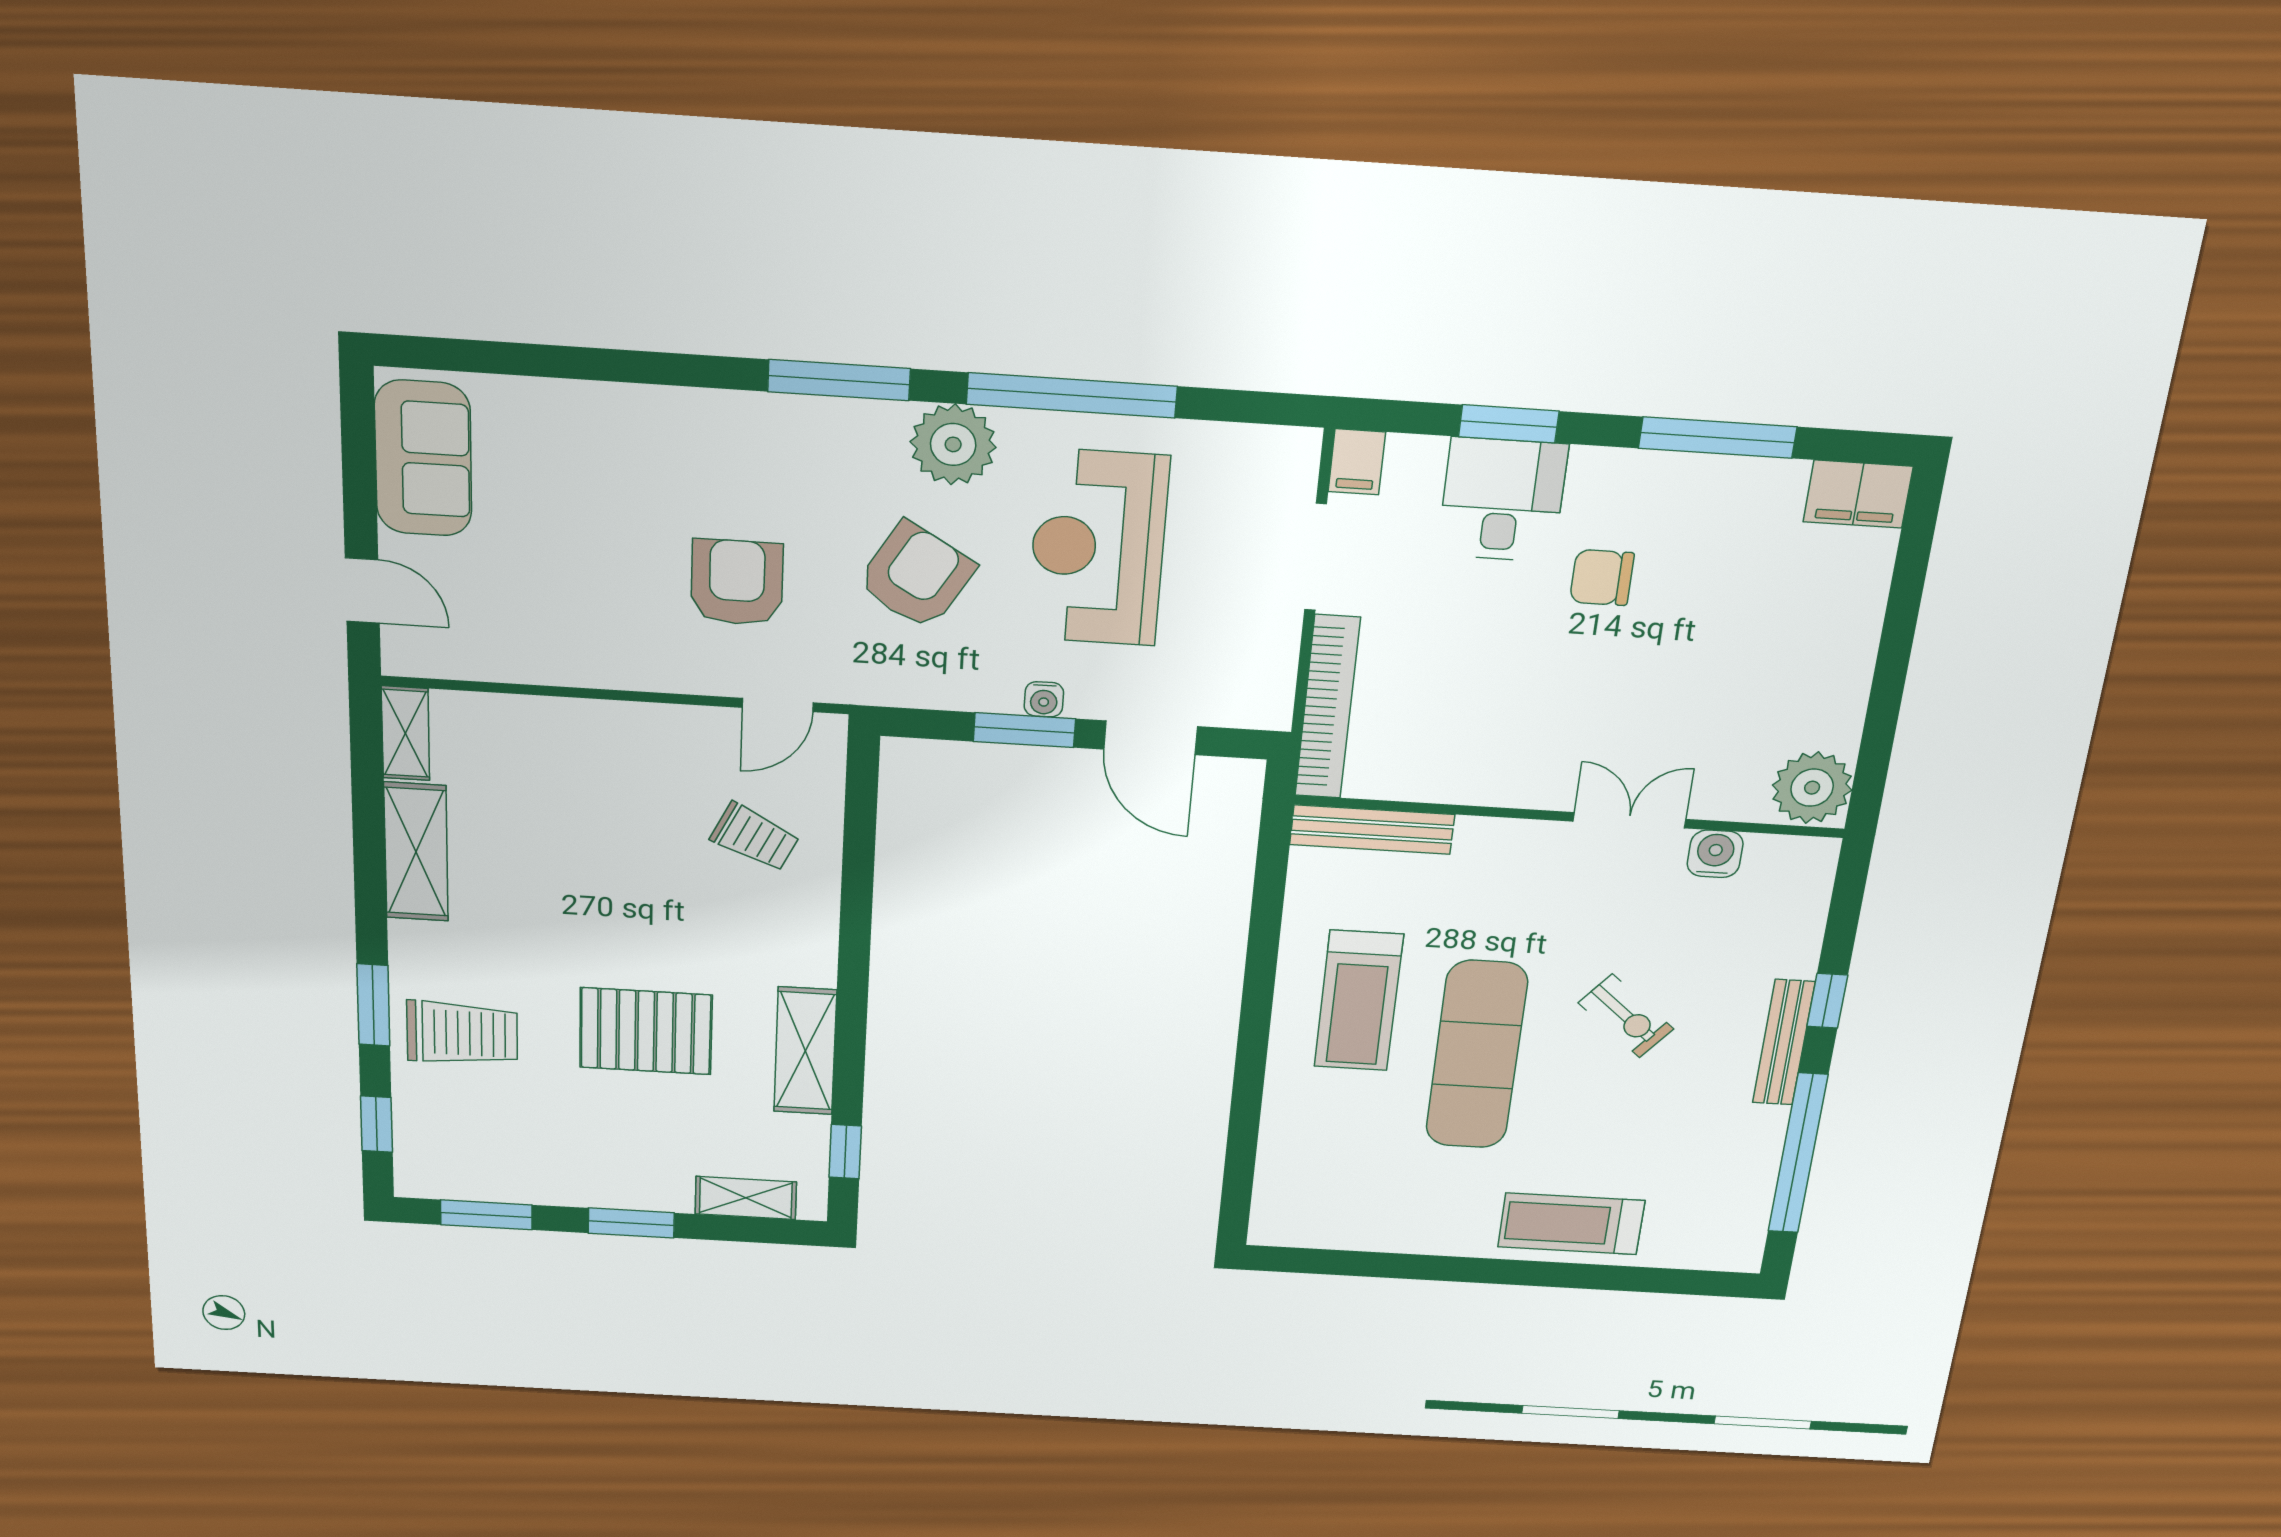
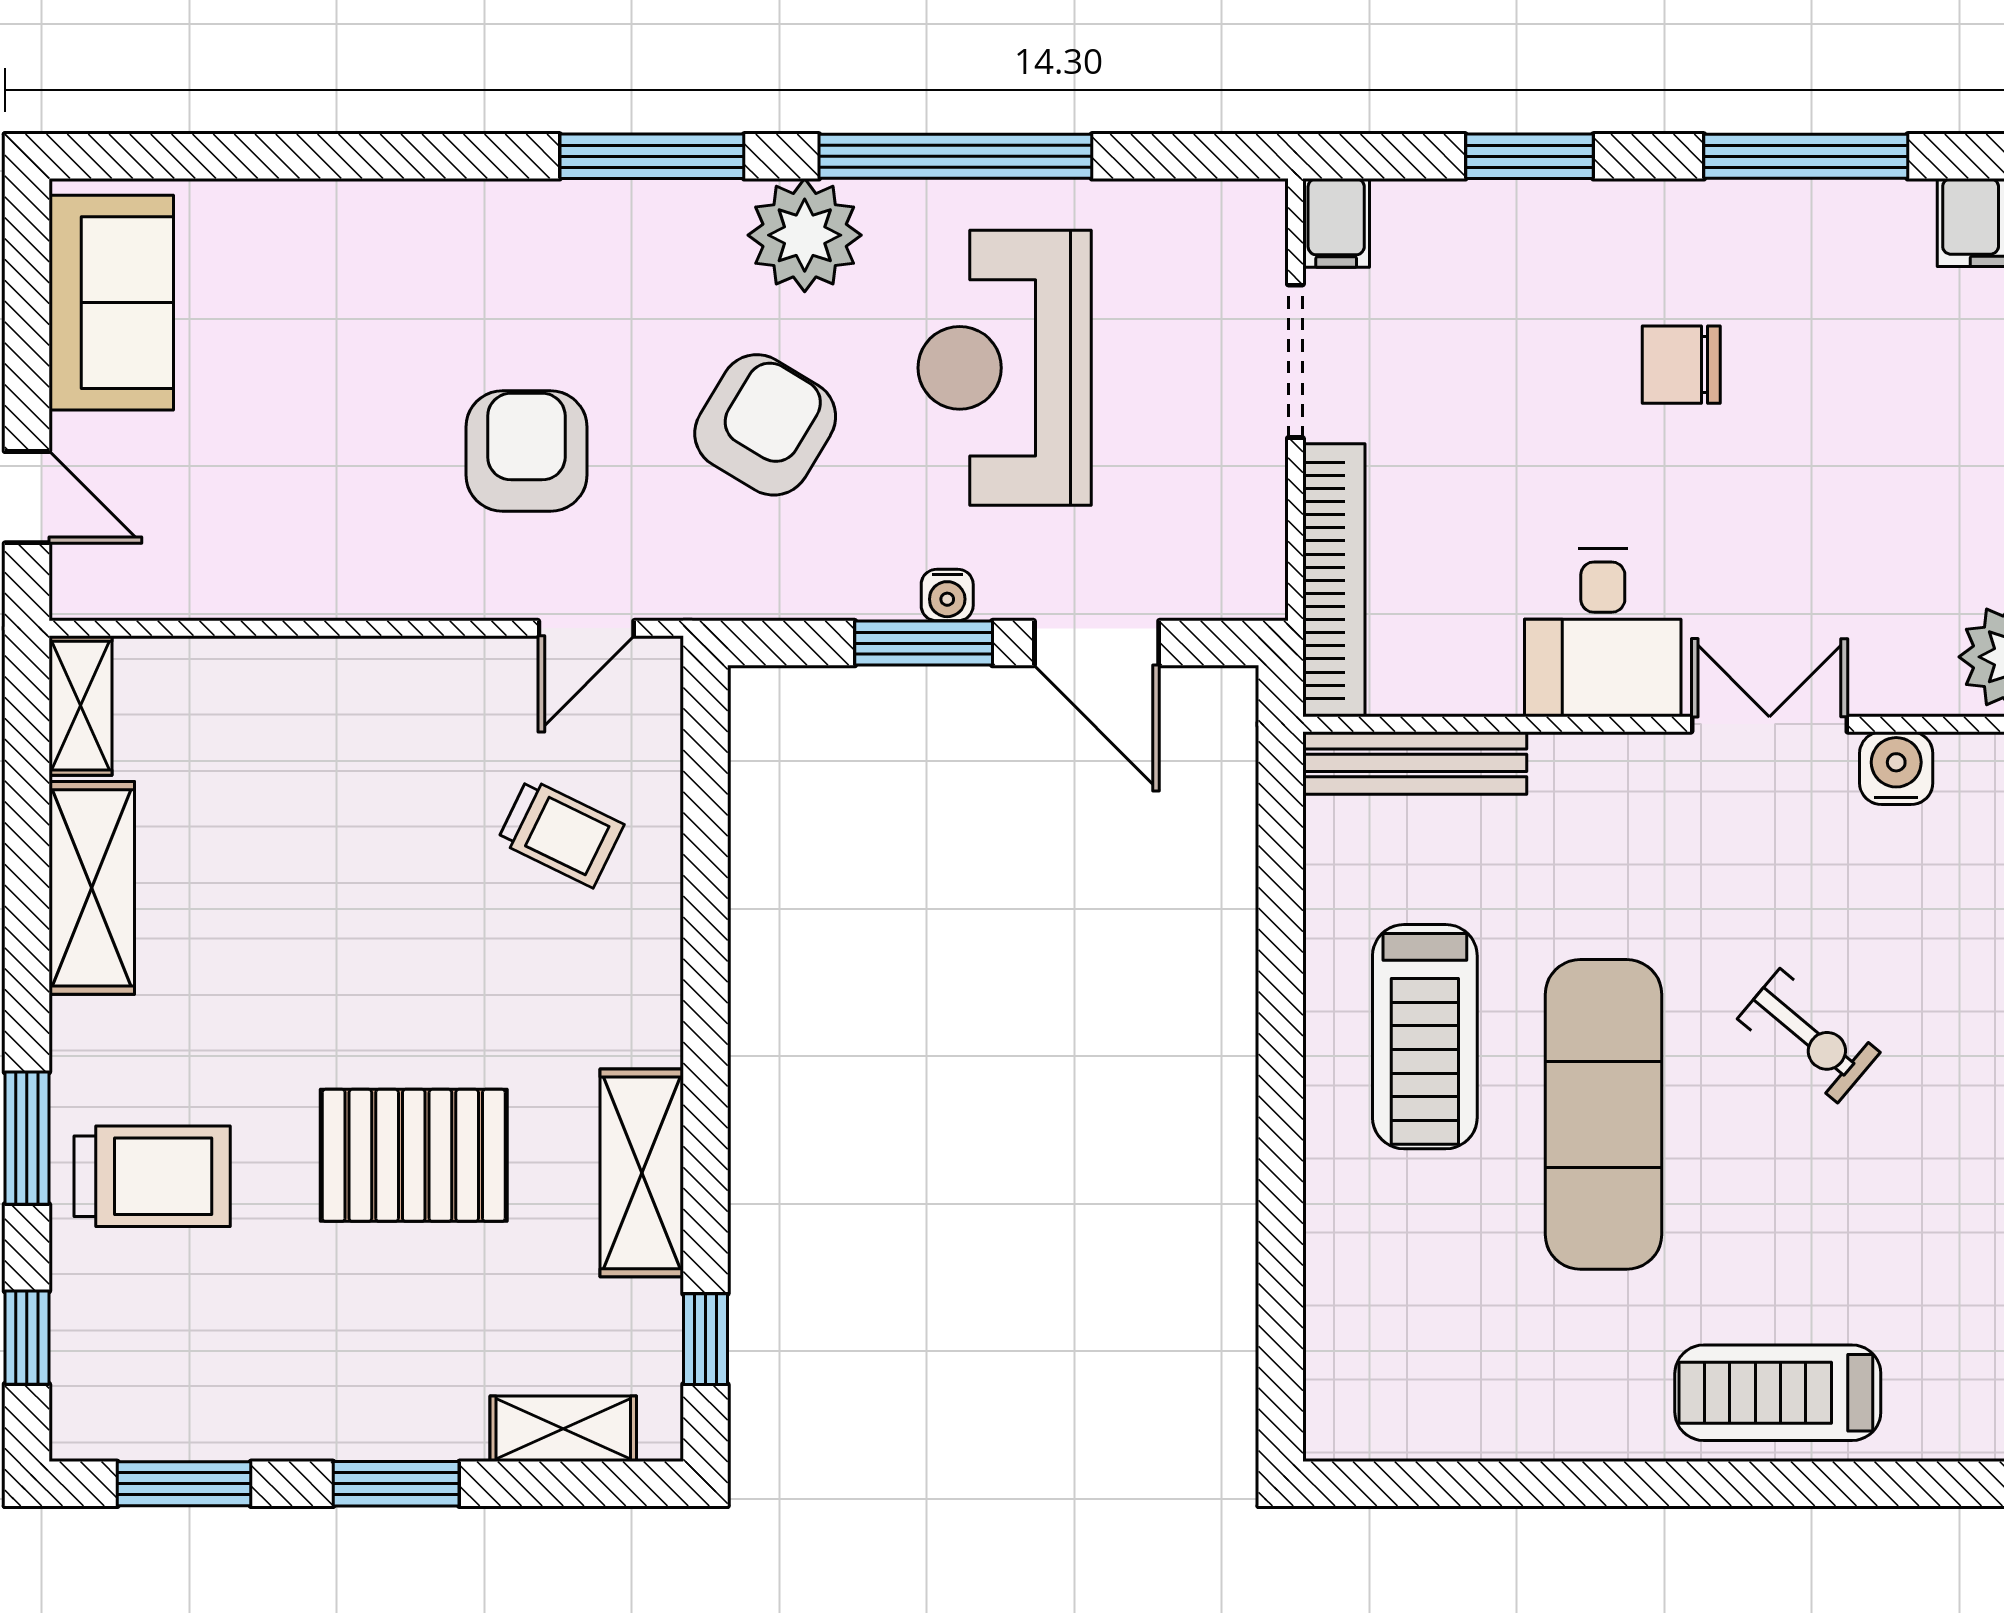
desk: (1502, 500) -> (1603, 633), moved, turned 180

